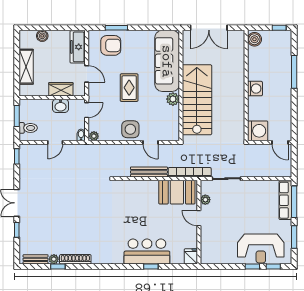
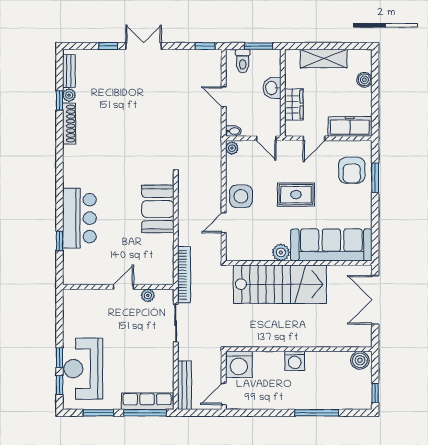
washbasin: (61, 106) -> (272, 88), moved
bench: (149, 172) -> (184, 385), moved
booth: (177, 192) -> (158, 209), moved
fridge: (191, 256) -> (73, 276), removed
window: (151, 267) -> (59, 241), moved

